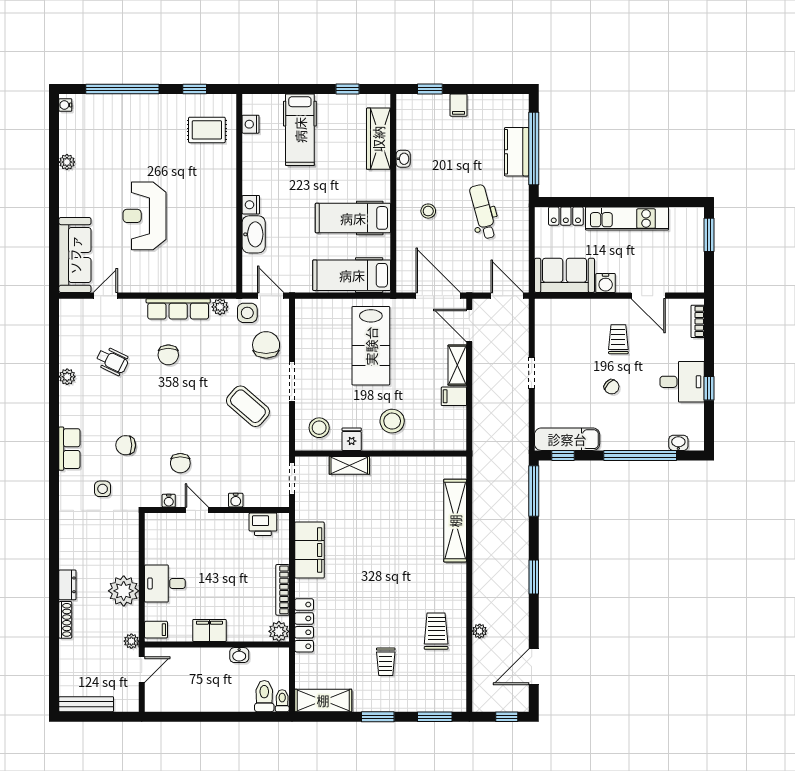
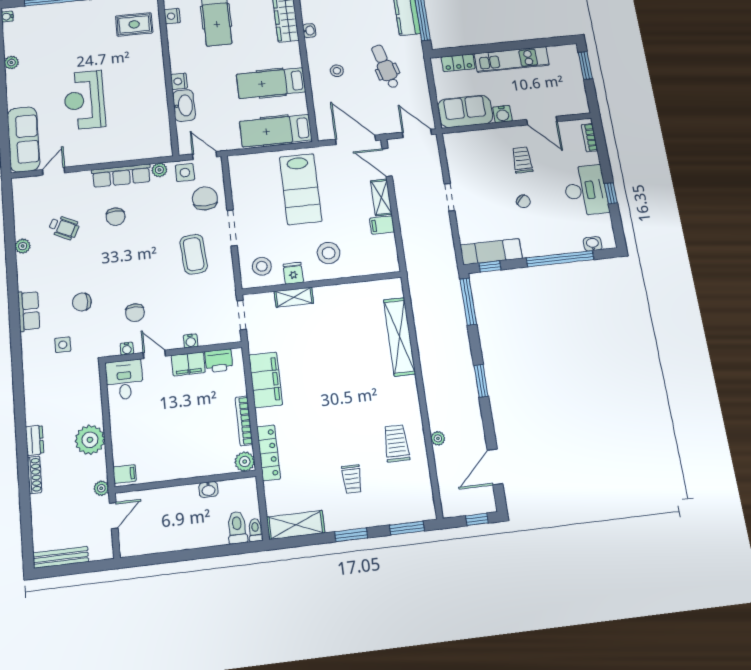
desk: (682, 382) -> (586, 190), width x1.37
coffee table: (248, 406) -> (194, 254), turned 45
desk: (165, 583) -> (124, 380), moved, turned 90
filing cabinet: (209, 630) -> (188, 364), moved, turned 180

